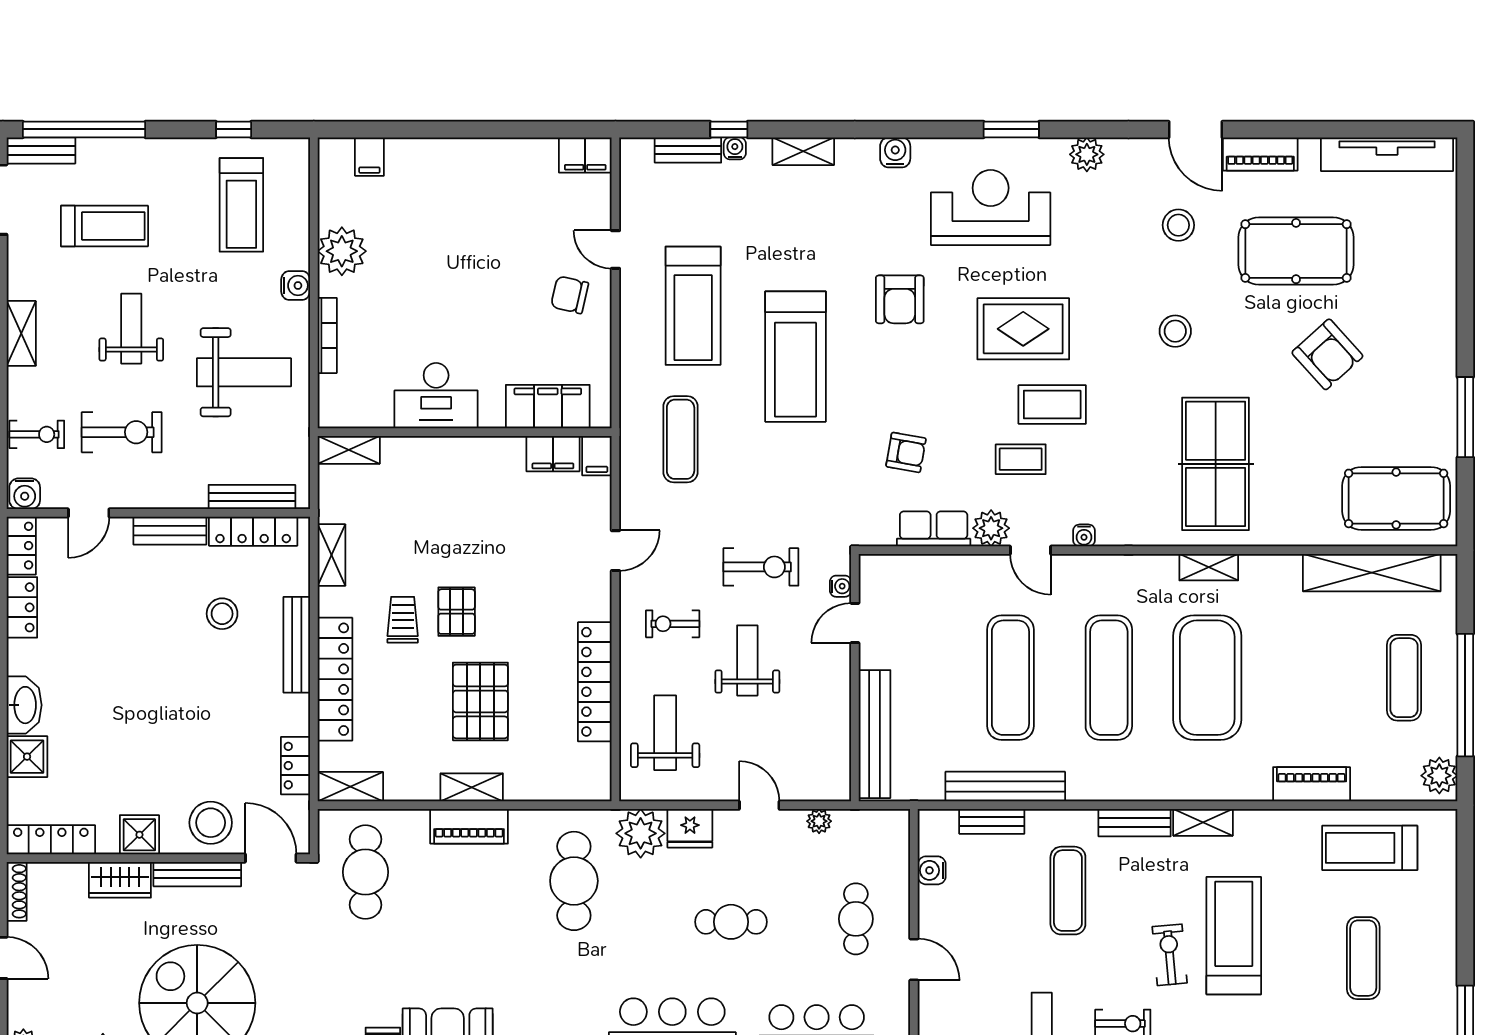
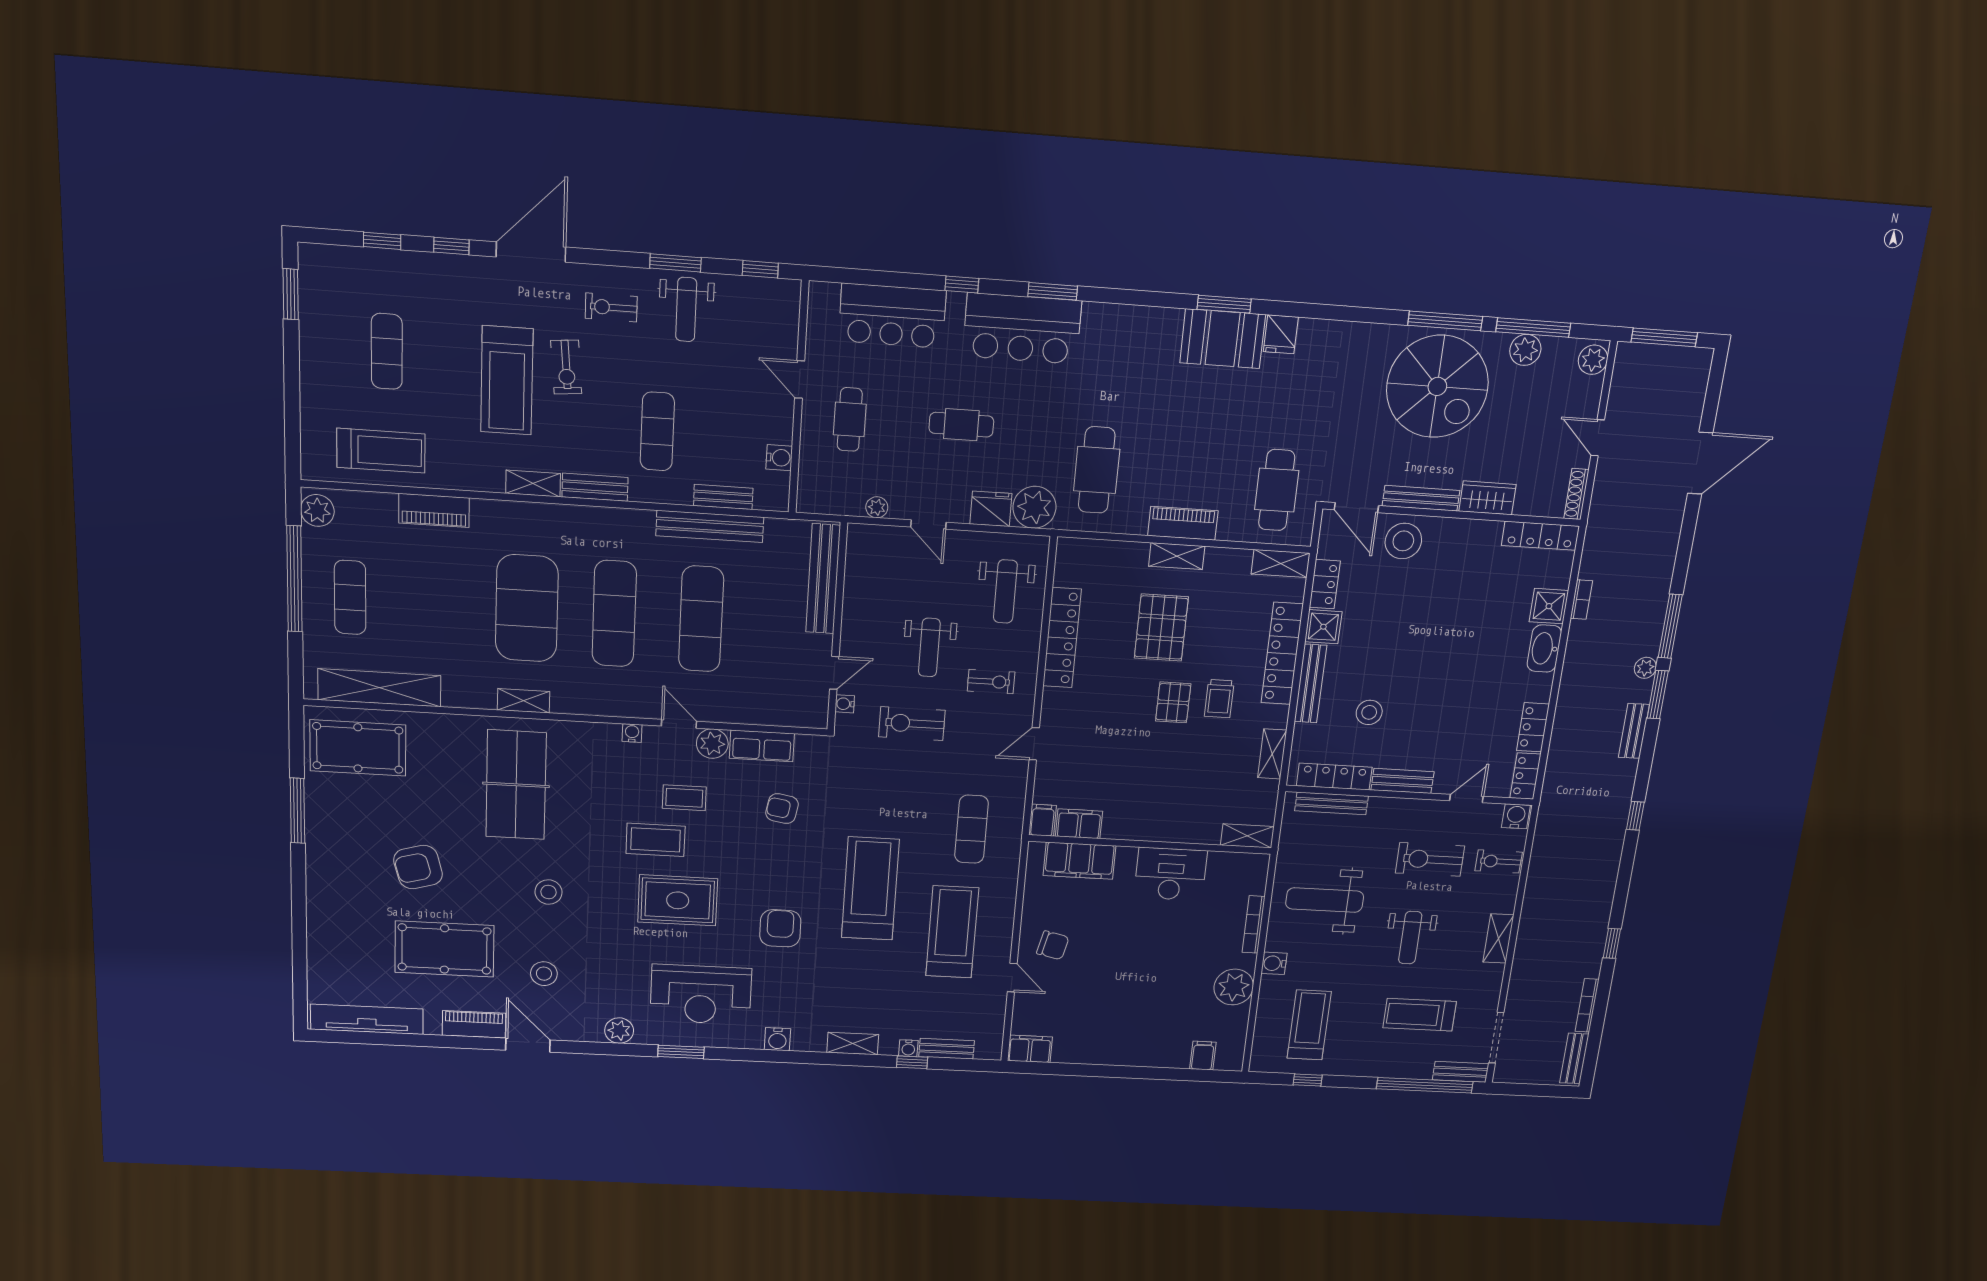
armchair: (1327, 354) -> (418, 867), turned -63
shower: (139, 835) -> (1323, 627), moved

